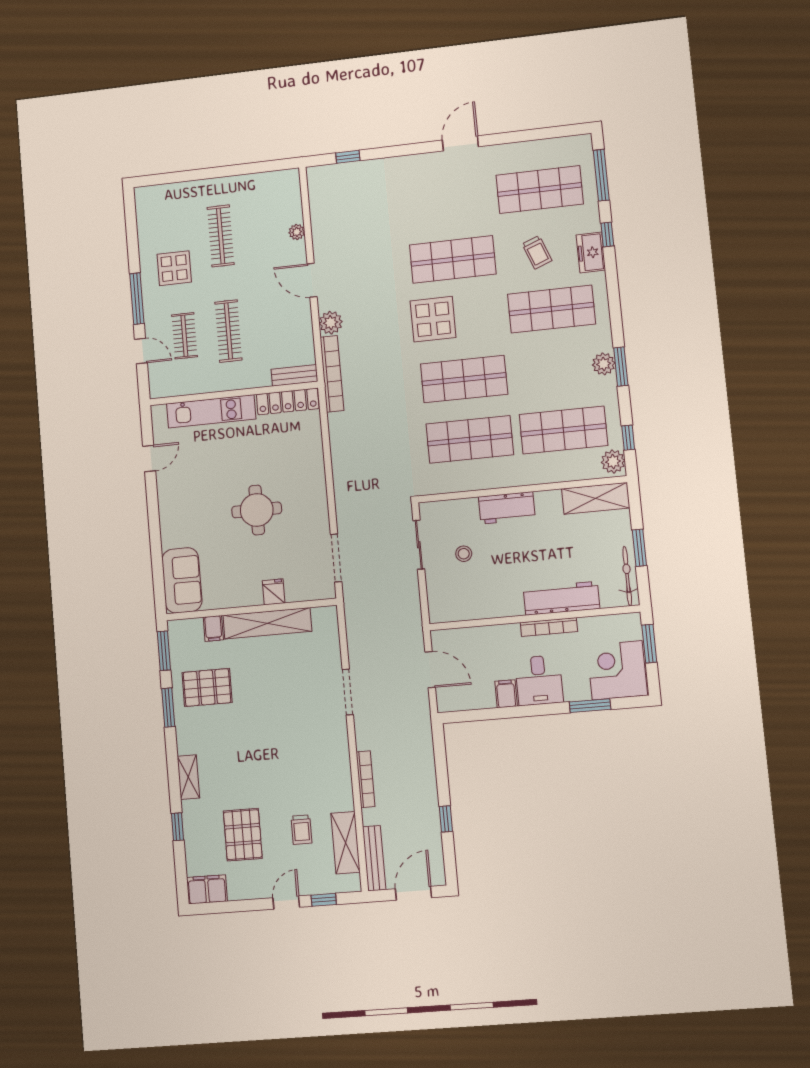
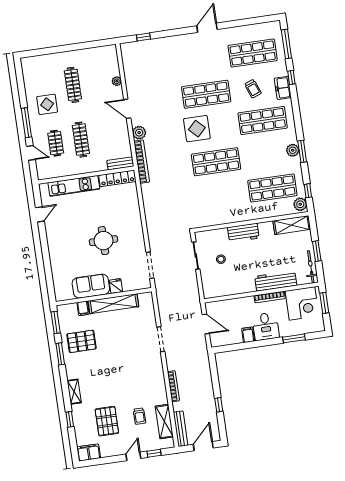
shop shelf: (470, 439) -> (221, 195), removed
sofa: (182, 580) -> (91, 286), moved, turned -90
corner desk: (617, 670) -> (302, 303), moved, turned 180

